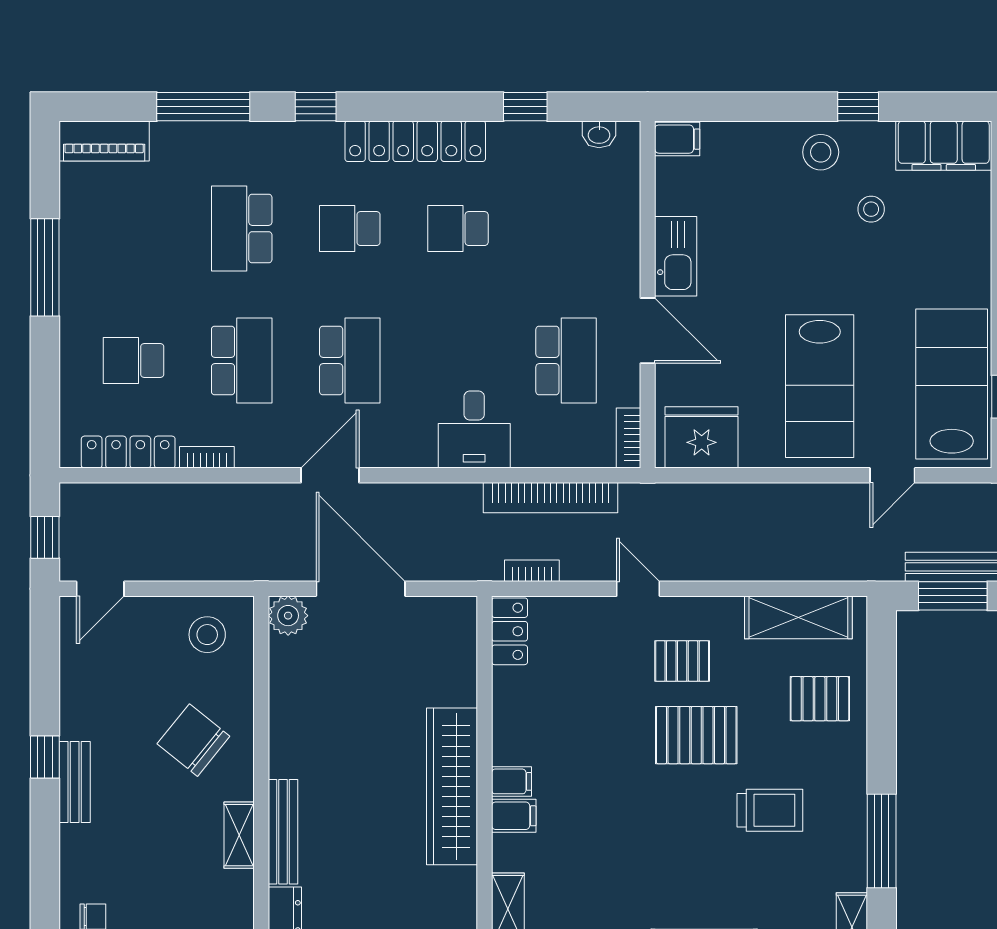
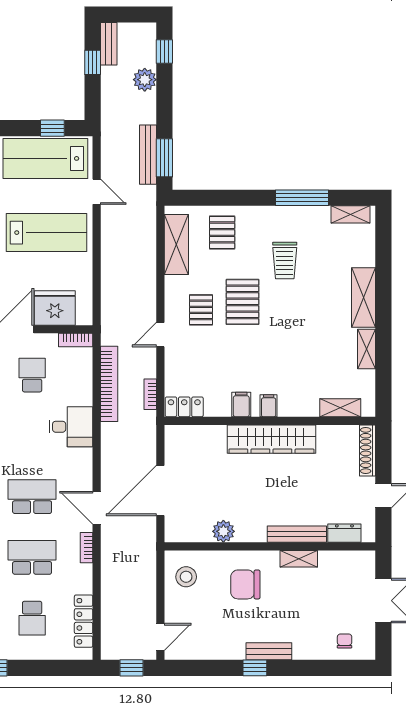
school desk: (566, 360) -> (32, 375), width x0.54
fridge: (702, 437) -> (55, 308), moved, turned 90
bookcase: (207, 457) -> (87, 548), moved
door: (100, 589) -> (160, 637), hinge flipped
plant: (288, 616) -> (223, 531), moved
chair: (193, 740) -> (245, 584), turned 51
trolley: (770, 810) -> (285, 261), turned 180
filing cabinet: (514, 816) -> (241, 404), moved

